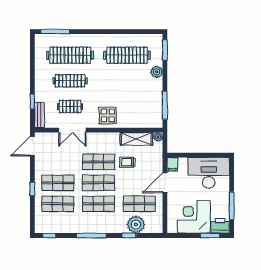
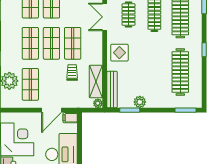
window: (105, 32) -> (204, 50), added
plant: (157, 72) -> (140, 102), moved
window: (165, 105) -> (130, 110), width x0.69
bench: (144, 123) -> (112, 90), added
door: (165, 183) -> (52, 110), swing flipped

